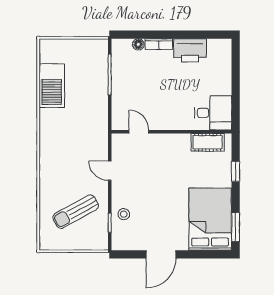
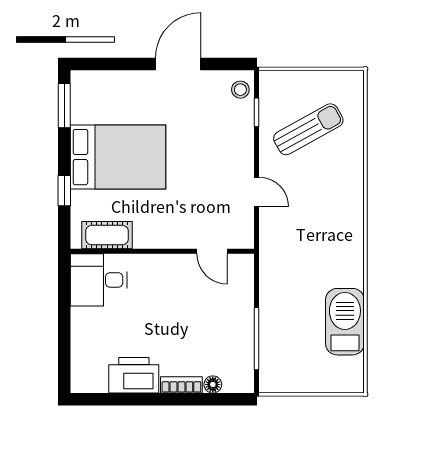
stool: (124, 214) -> (240, 90), moved
bed: (210, 219) -> (118, 157), moved, turned -90

